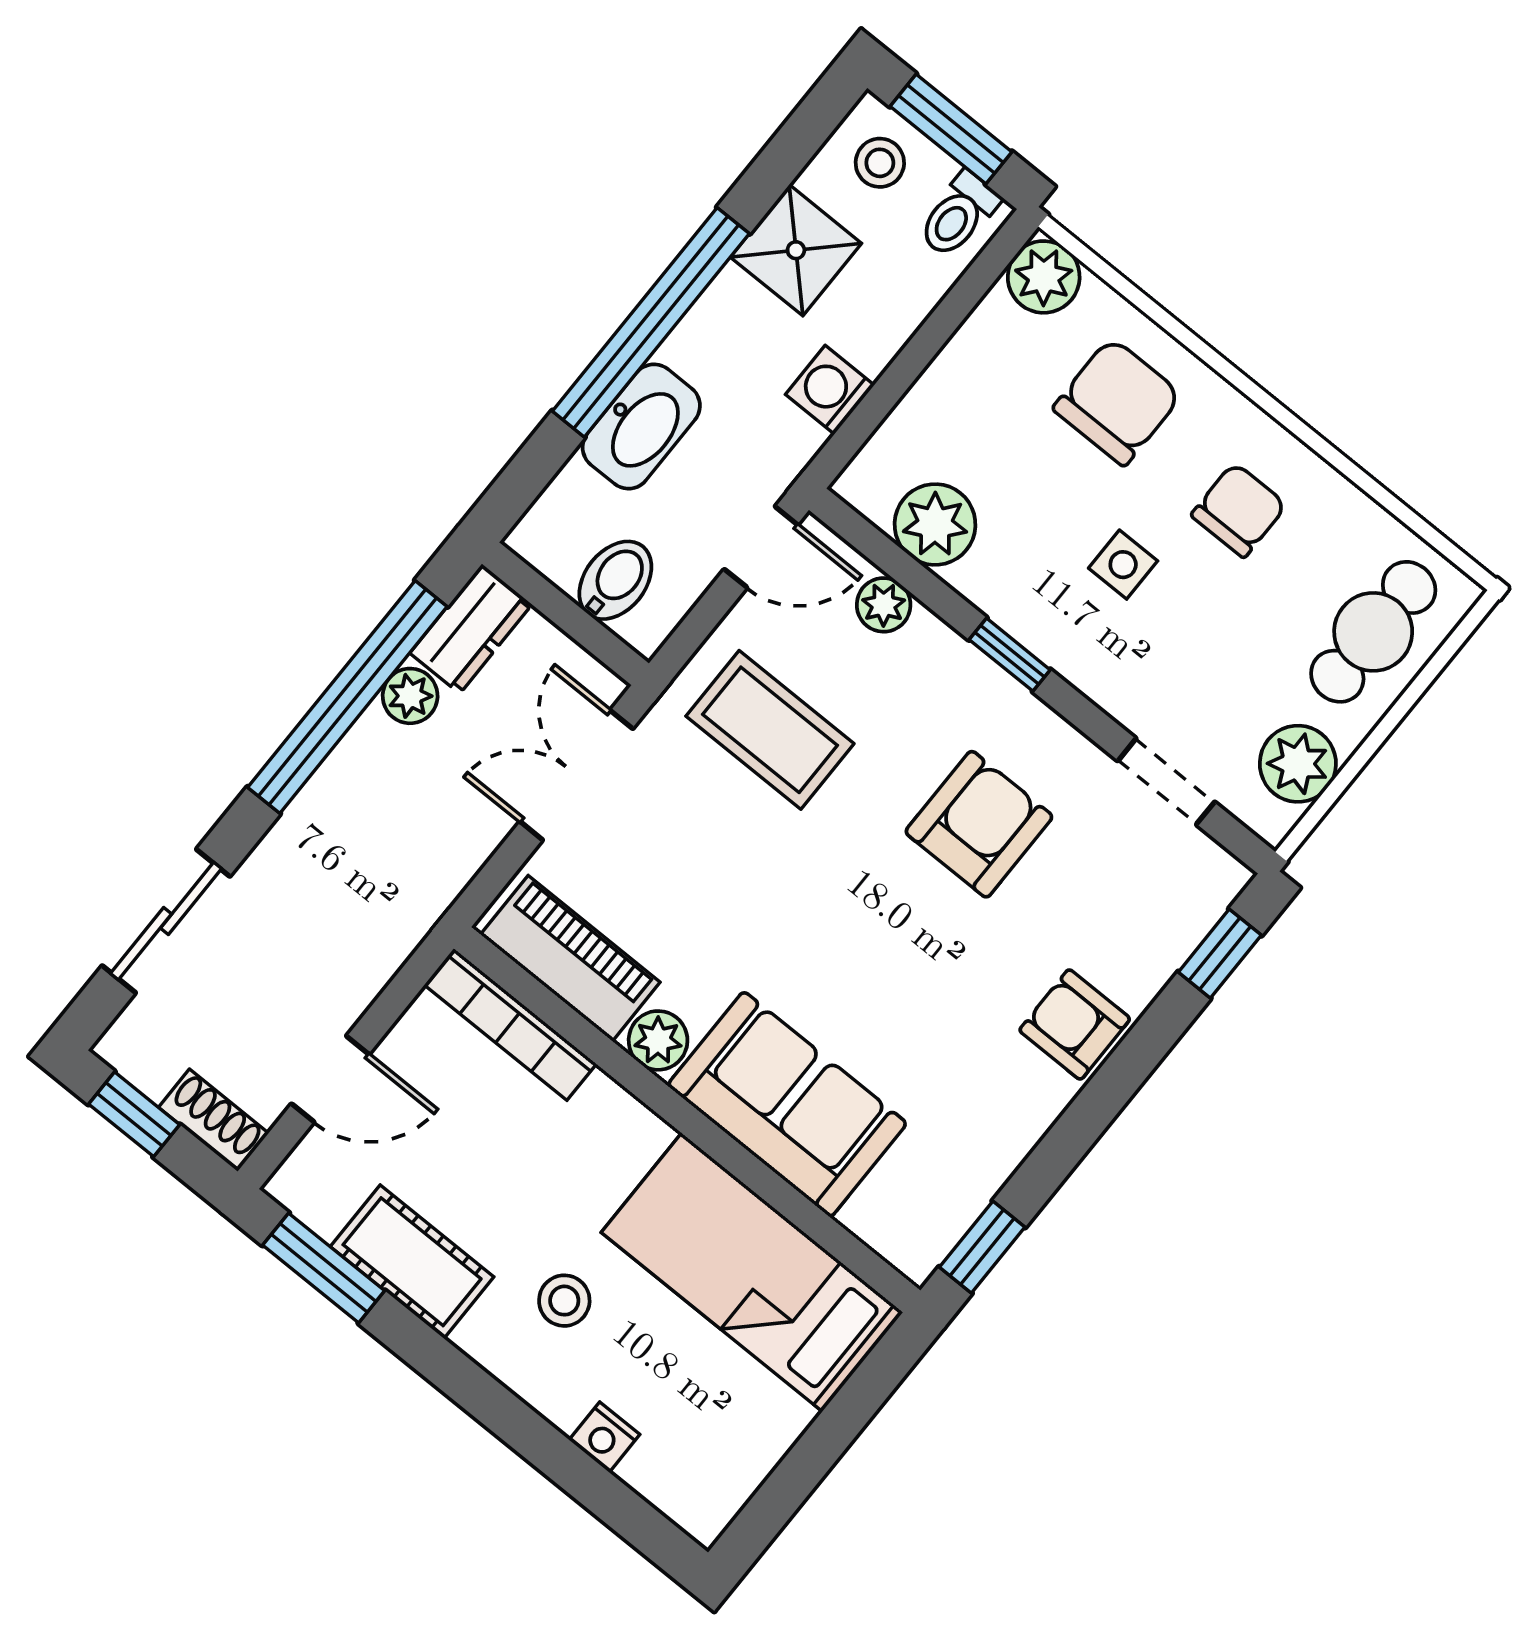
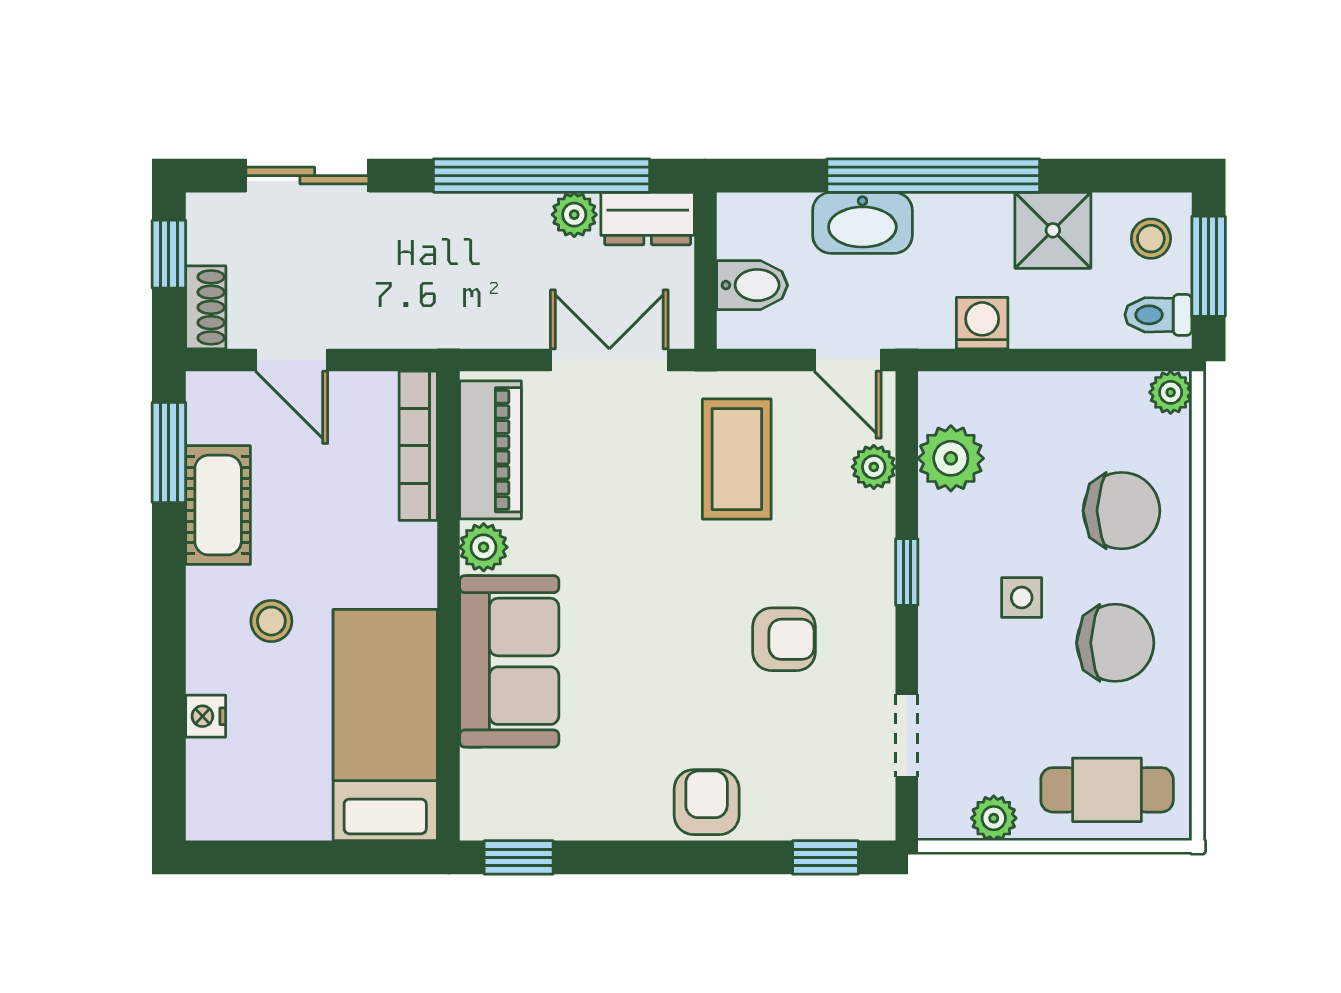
plant: (1044, 277) -> (1171, 392), width x0.73, depth x0.73
chair: (1239, 510) -> (1115, 643), width x1.37, depth x1.37
plant: (1298, 764) -> (994, 818), width x0.73, depth x0.73
armchair: (979, 824) -> (784, 639), width x0.72, depth x0.72

